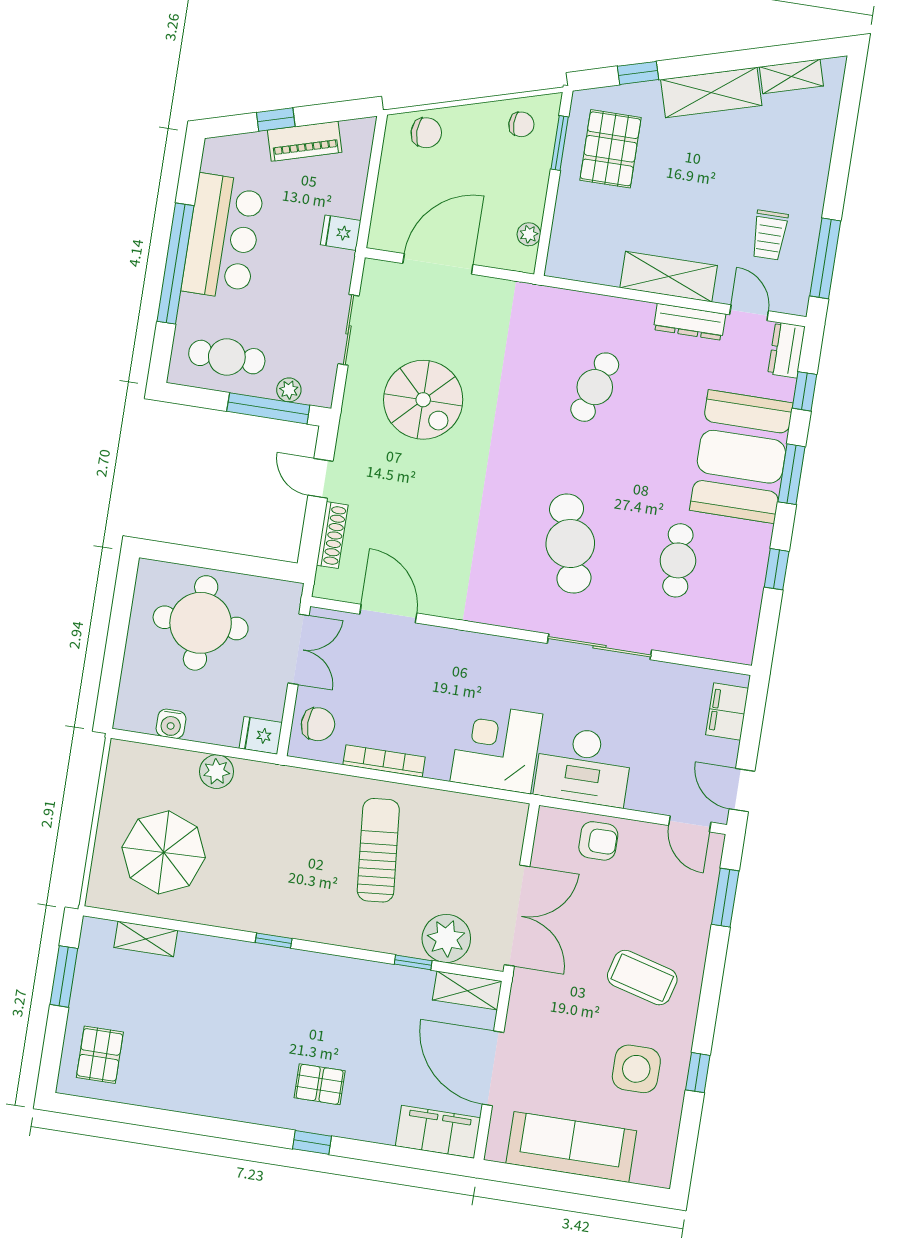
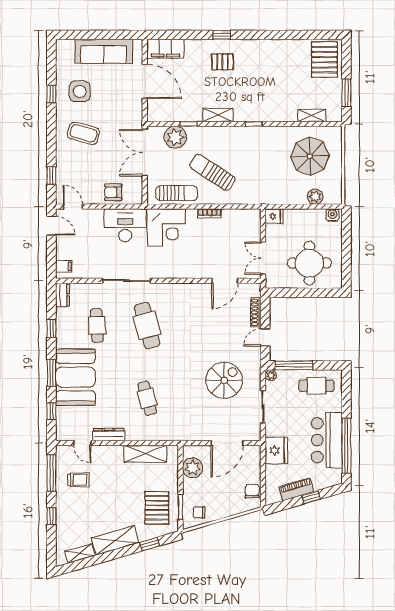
chair: (426, 133) -> (252, 491), moved, turned 90
window: (840, 166) -> (51, 516), added
fridge: (341, 233) -> (276, 450), width x1.88, depth x1.34
plant: (529, 234) -> (193, 468), width x1.87, depth x1.87
trolley: (769, 235) -> (78, 480), turned 90
window: (175, 263) -> (346, 446), moved
shelving: (669, 277) -> (145, 454), moved
dresser: (786, 350) -> (63, 295), moved
cafe table: (595, 387) -> (147, 398), turned -33
plant: (289, 390) -> (271, 375), moved
spiral stairs: (423, 400) -> (224, 380), turned 90
door: (321, 478) -> (265, 337), swing flipped
door: (388, 614) -> (225, 281), hinge flipped
filing cabinet: (727, 712) -> (64, 266), width x0.50
water cooler: (171, 724) -> (332, 215), moved
chair: (318, 724) -> (249, 225), removed
bookcase: (384, 761) -> (210, 213), width x0.64
plant: (217, 772) -> (315, 197), moved
sun lounger: (462, 818) -> (177, 193), added
sun lounger: (378, 850) -> (212, 172), turned 128
window: (725, 898) -> (51, 176), width x0.67
shelving: (467, 991) -> (218, 115), moved
pallet: (100, 1055) -> (324, 60), width x1.50, depth x1.42

